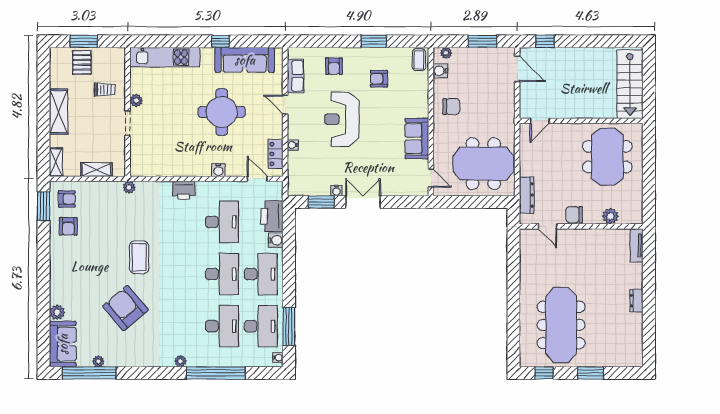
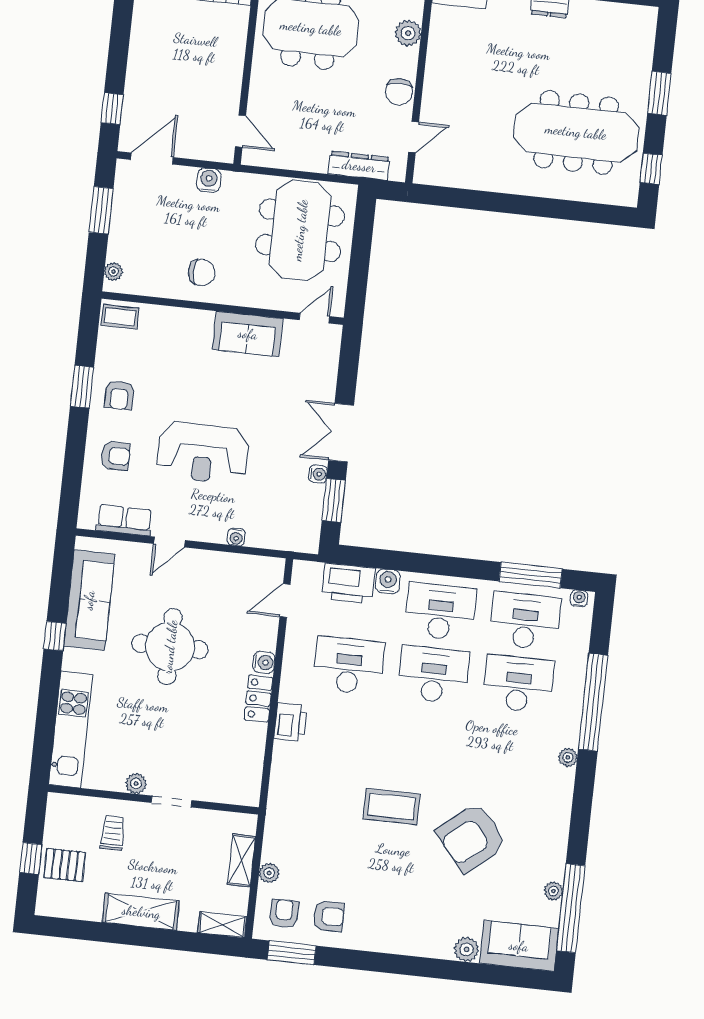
window: (84, 41) -> (31, 858), width x0.67
water cooler: (440, 71) -> (209, 180), moved, turned 180
armchair: (379, 79) -> (119, 395), moved
chair: (451, 107) -> (202, 272), turned 90
locker: (276, 154) -> (258, 699), moved, turned 90
plant: (129, 187) -> (269, 873), moved

